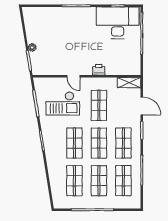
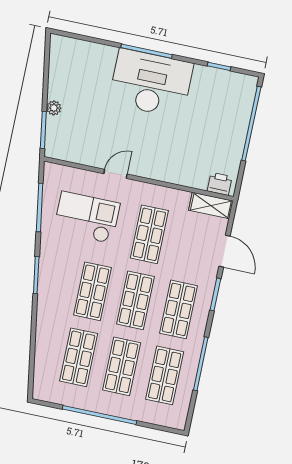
desk: (118, 23) -> (151, 83), moved
printer: (99, 70) -> (220, 184), moved
door: (73, 76) -> (116, 174), swing flipped
checkout: (63, 103) -> (87, 217), turned 180

